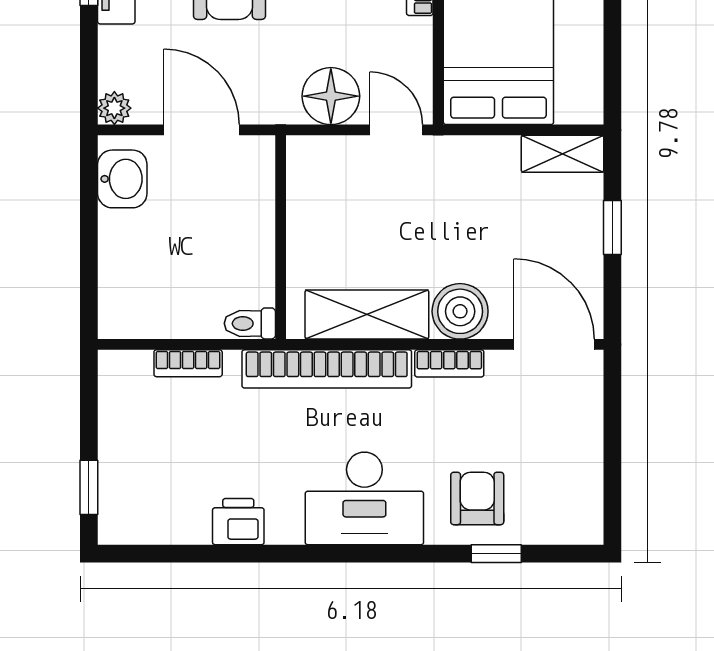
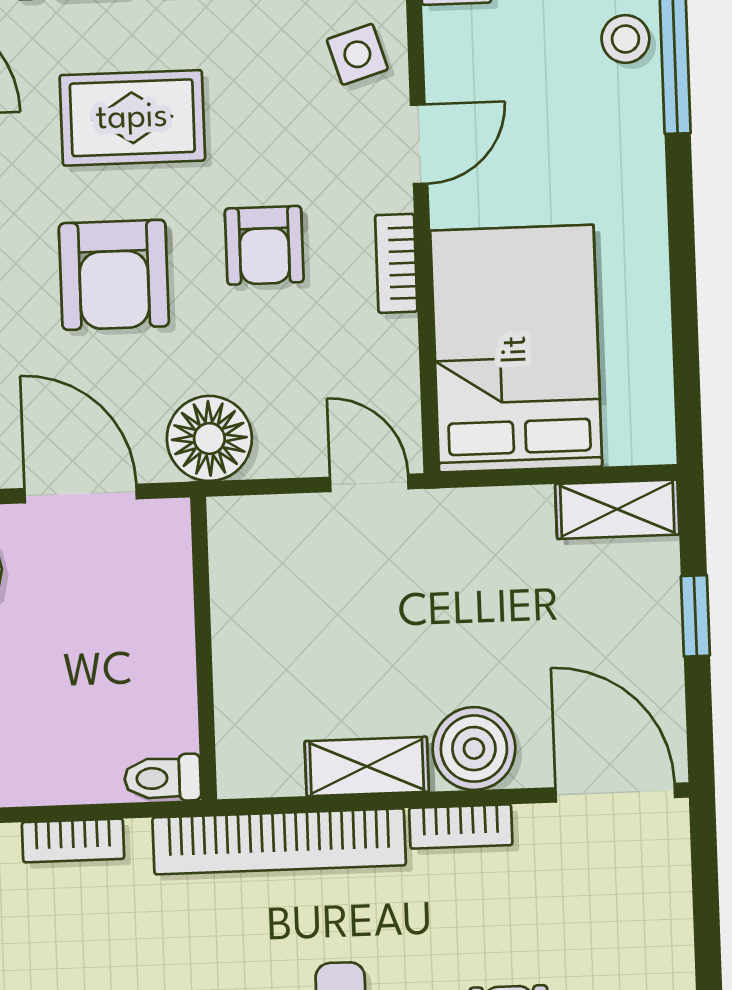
floor lamp: (331, 96) -> (209, 438), moved
shelving: (367, 314) -> (367, 766), width x0.67, depth x0.75

